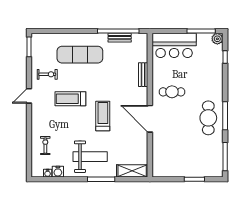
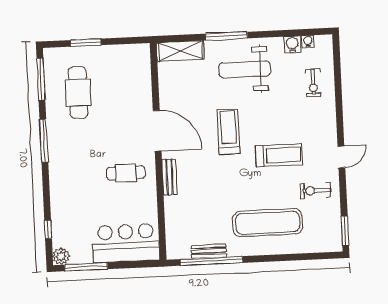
bench: (143, 75) -> (170, 177), moved
treadmill: (103, 116) -> (229, 132), turned 180
cafe table: (208, 118) -> (78, 93), moved

